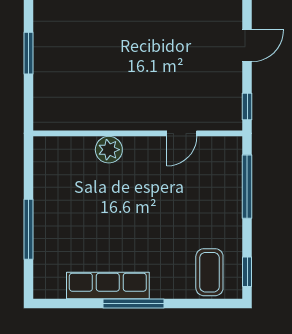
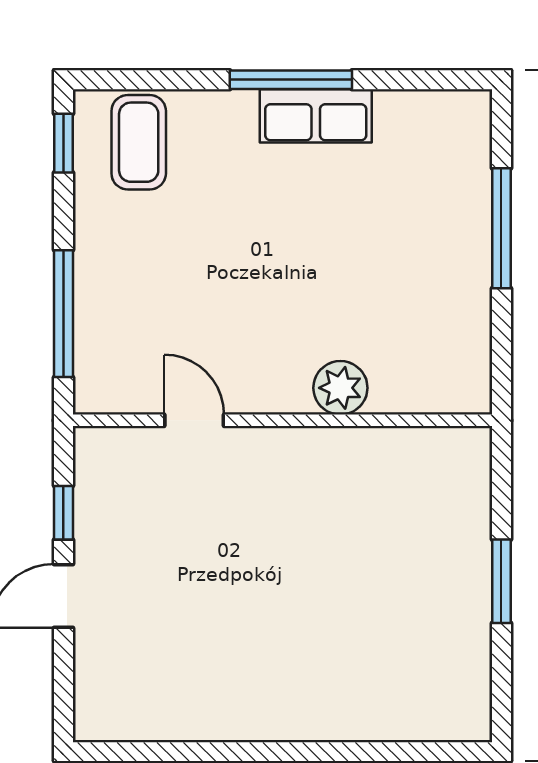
window: (247, 106) -> (63, 513), moved
door: (182, 133) -> (194, 420), hinge flipped
row of seats: (108, 285) -> (316, 116), width x0.68

